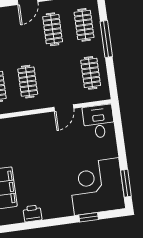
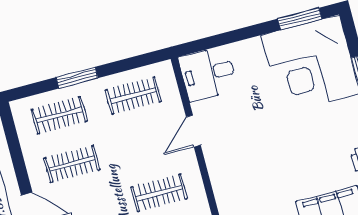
window: (106, 39) -> (77, 78), width x0.69
door: (64, 108) -> (193, 131), swing flipped

